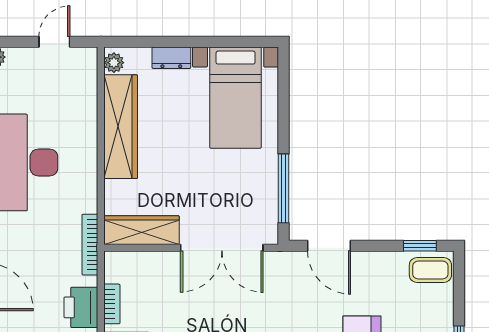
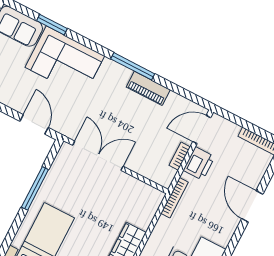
window: (284, 188) -> (35, 188), moved
wardrobe: (141, 230) -> (140, 191), removed

